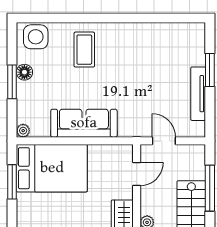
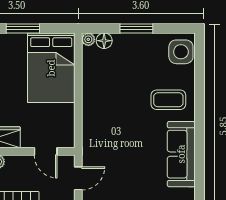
floor lamp: (24, 72) -> (104, 41), moved
sofa: (84, 123) -> (181, 154), moved, turned 180
window: (12, 182) -> (23, 28), moved

